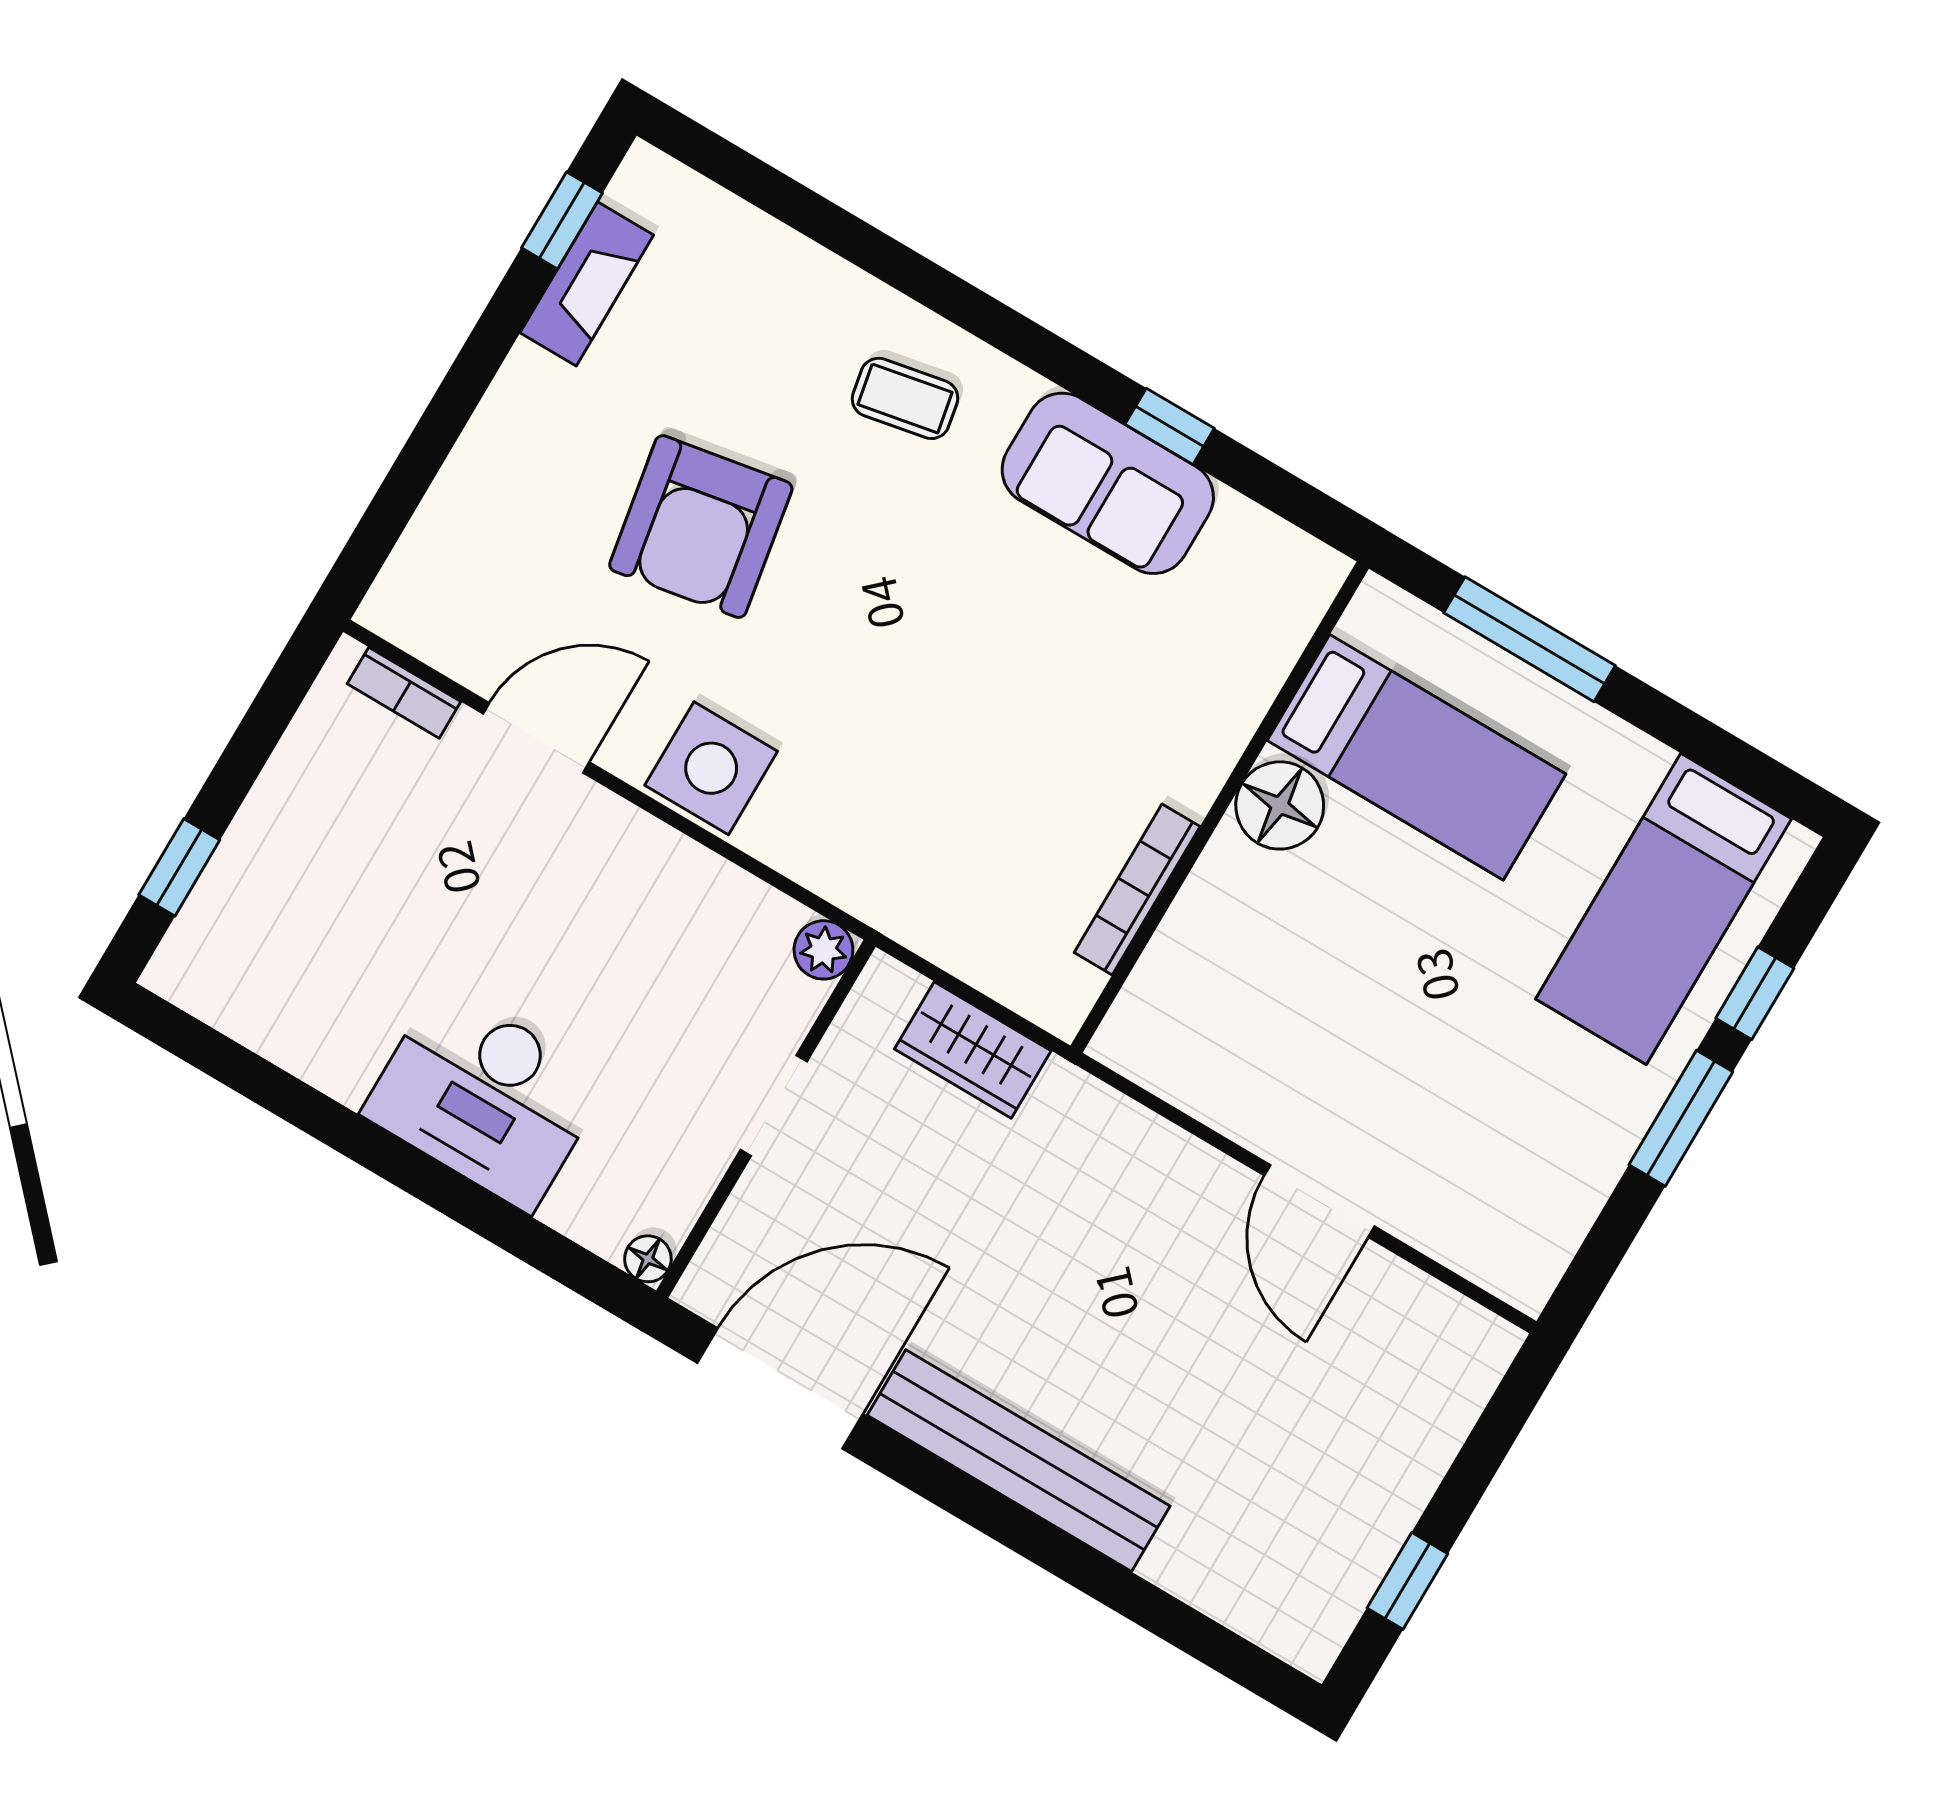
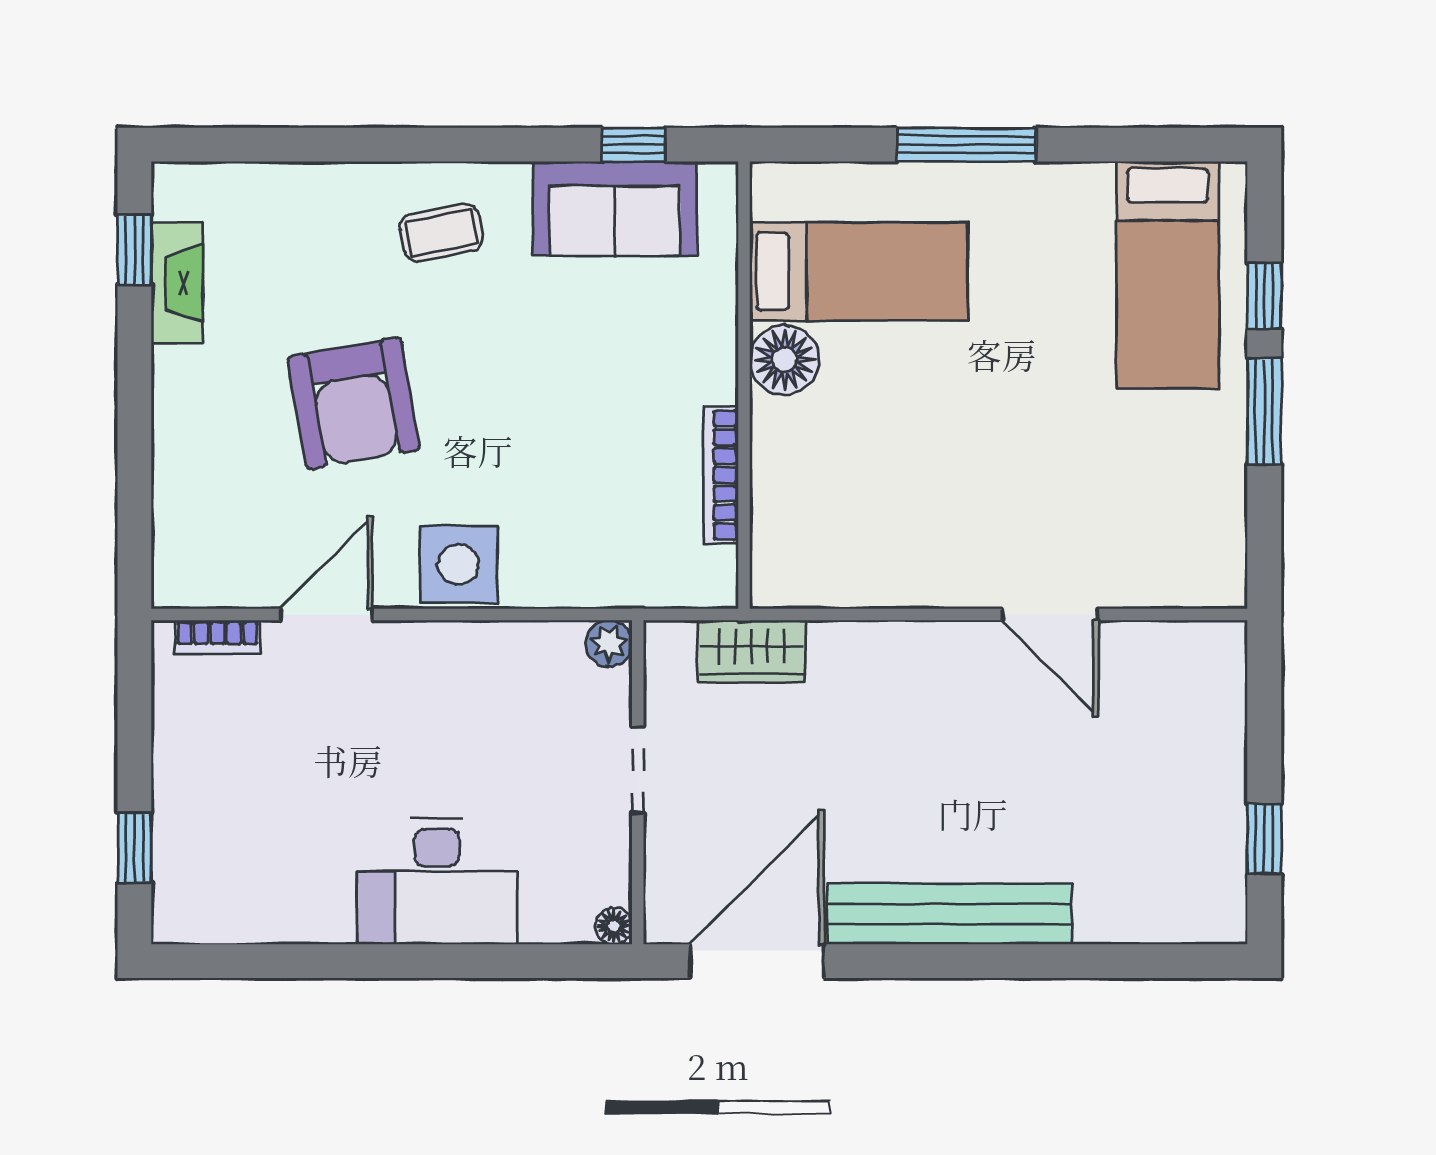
bed: (1417, 757) -> (859, 271), moved
floor lamp: (1280, 805) -> (785, 360), moved
wall: (1220, 807) -> (744, 385), moved
bookcase: (1137, 889) -> (721, 475), moved

